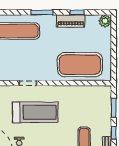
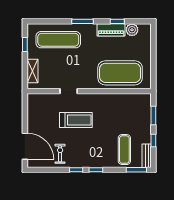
plant: (105, 21) -> (132, 30), moved
treadmill: (35, 112) -> (76, 120), width x0.73, depth x0.73

